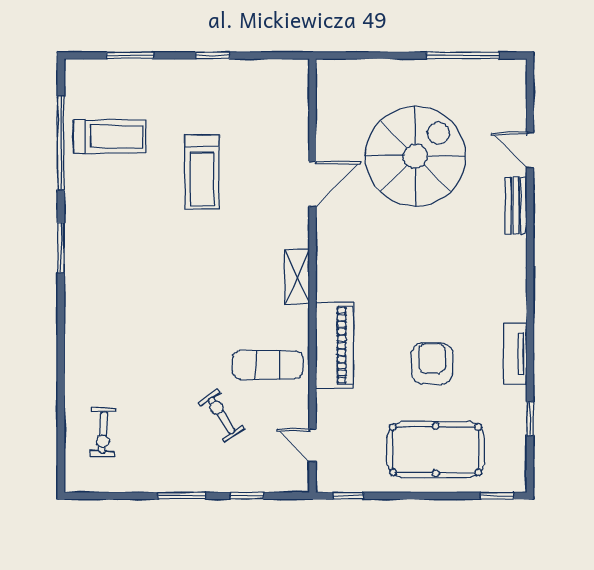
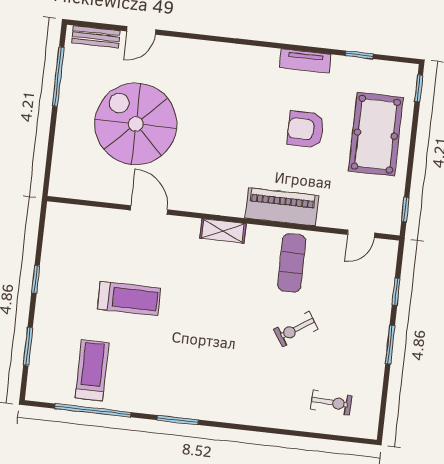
bench: (516, 205) -> (96, 37), moved
exercise bike: (222, 415) -> (296, 329), moved

